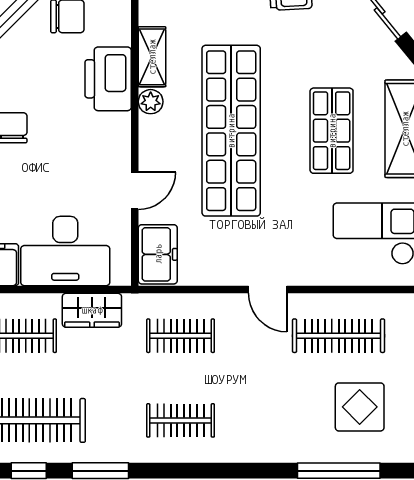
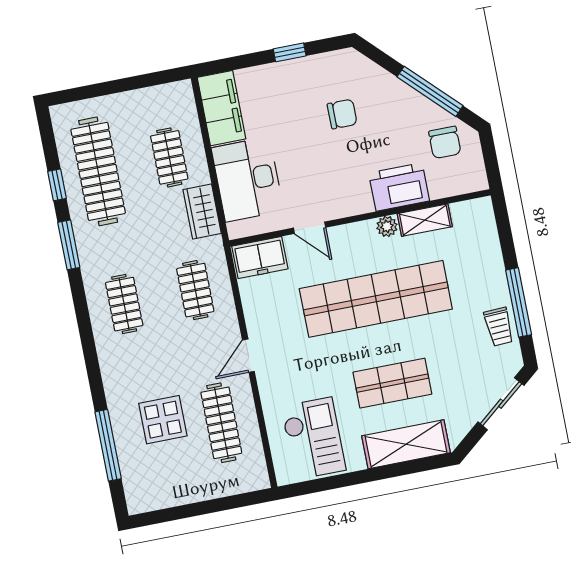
display table: (360, 407) -> (163, 420), moved

